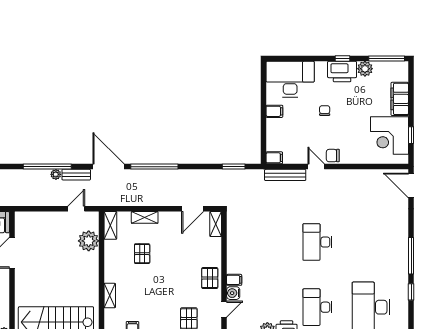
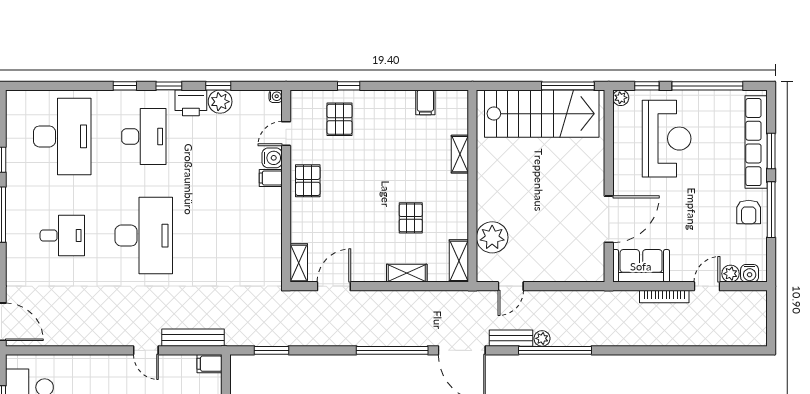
chair: (333, 156) -> (121, 367), removed
desk: (317, 242) -> (144, 236), width x1.36, depth x1.30
desk: (371, 242) -> (62, 236), added

